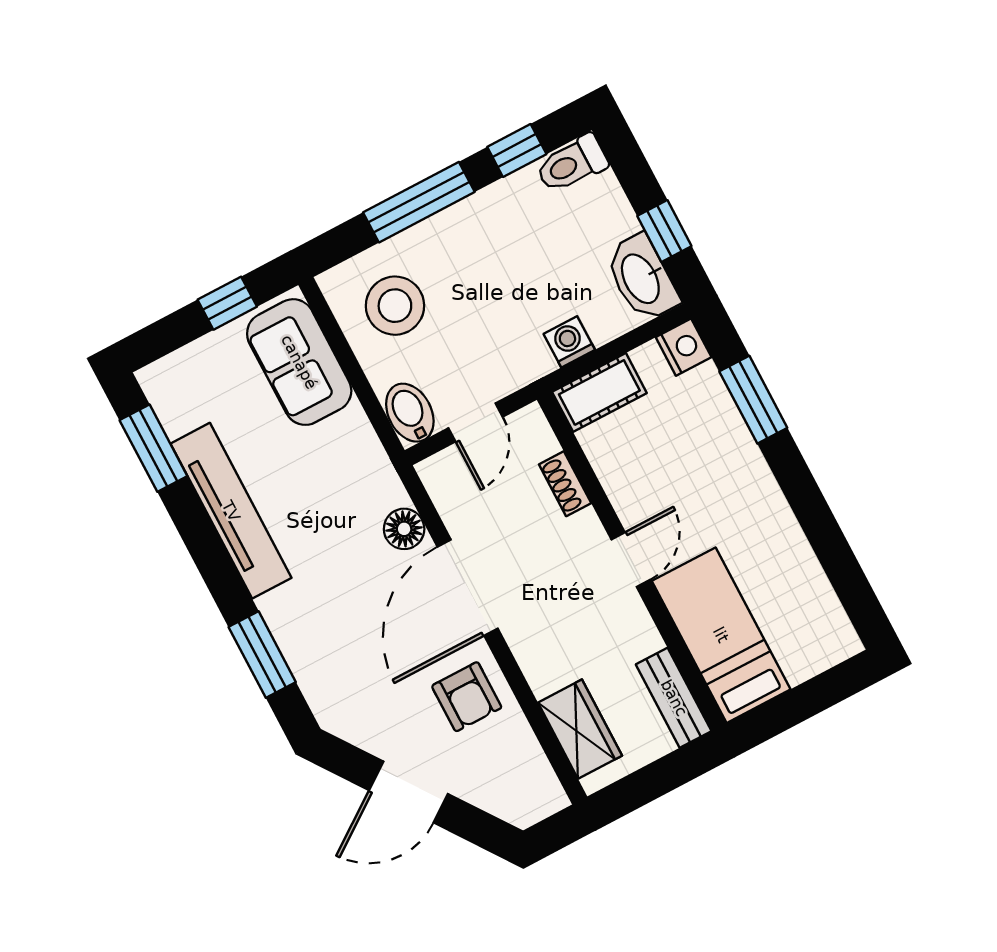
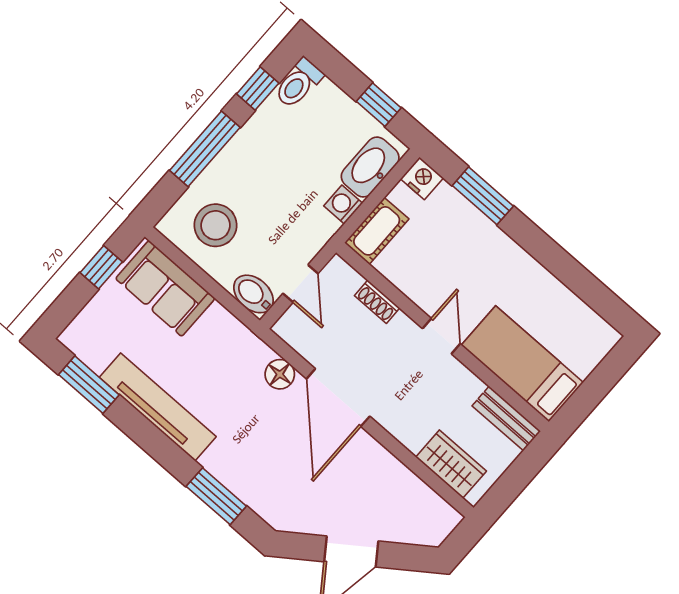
washbasin: (642, 278) -> (370, 167), moved, turned 90
armchair: (467, 697) -> (366, 472), removed

